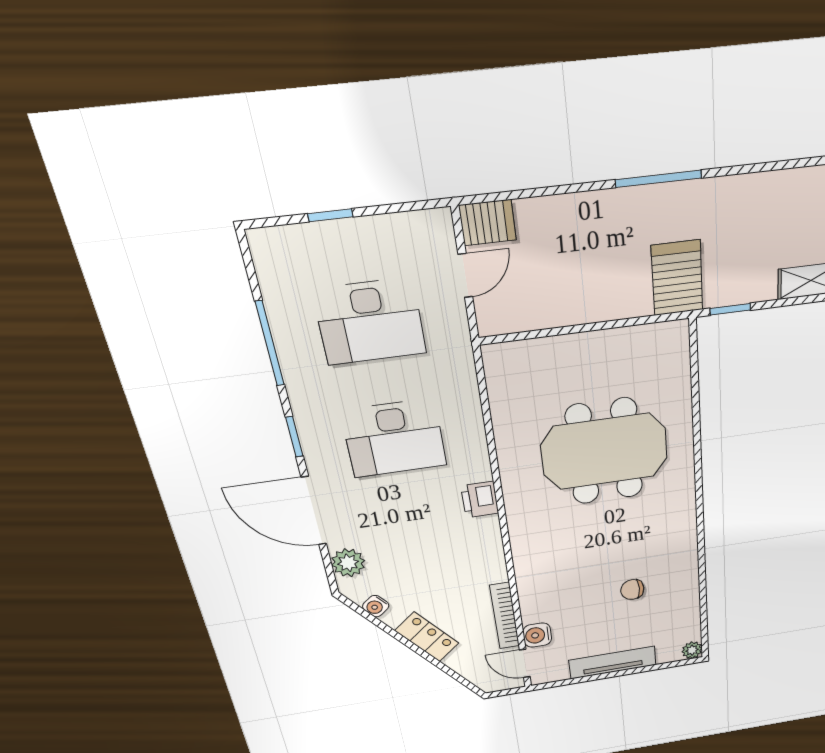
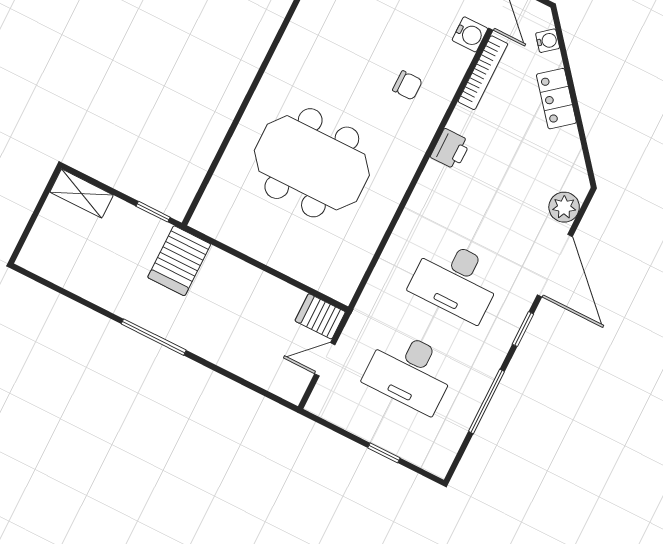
server rack: (487, 223) -> (320, 316), moved
desk: (370, 322) -> (410, 372), turned 180
desk: (394, 438) -> (456, 280), turned 180
printer: (480, 500) -> (450, 149), moved
chair: (632, 590) -> (407, 85), moved
water cooler: (376, 606) -> (548, 41), moved

